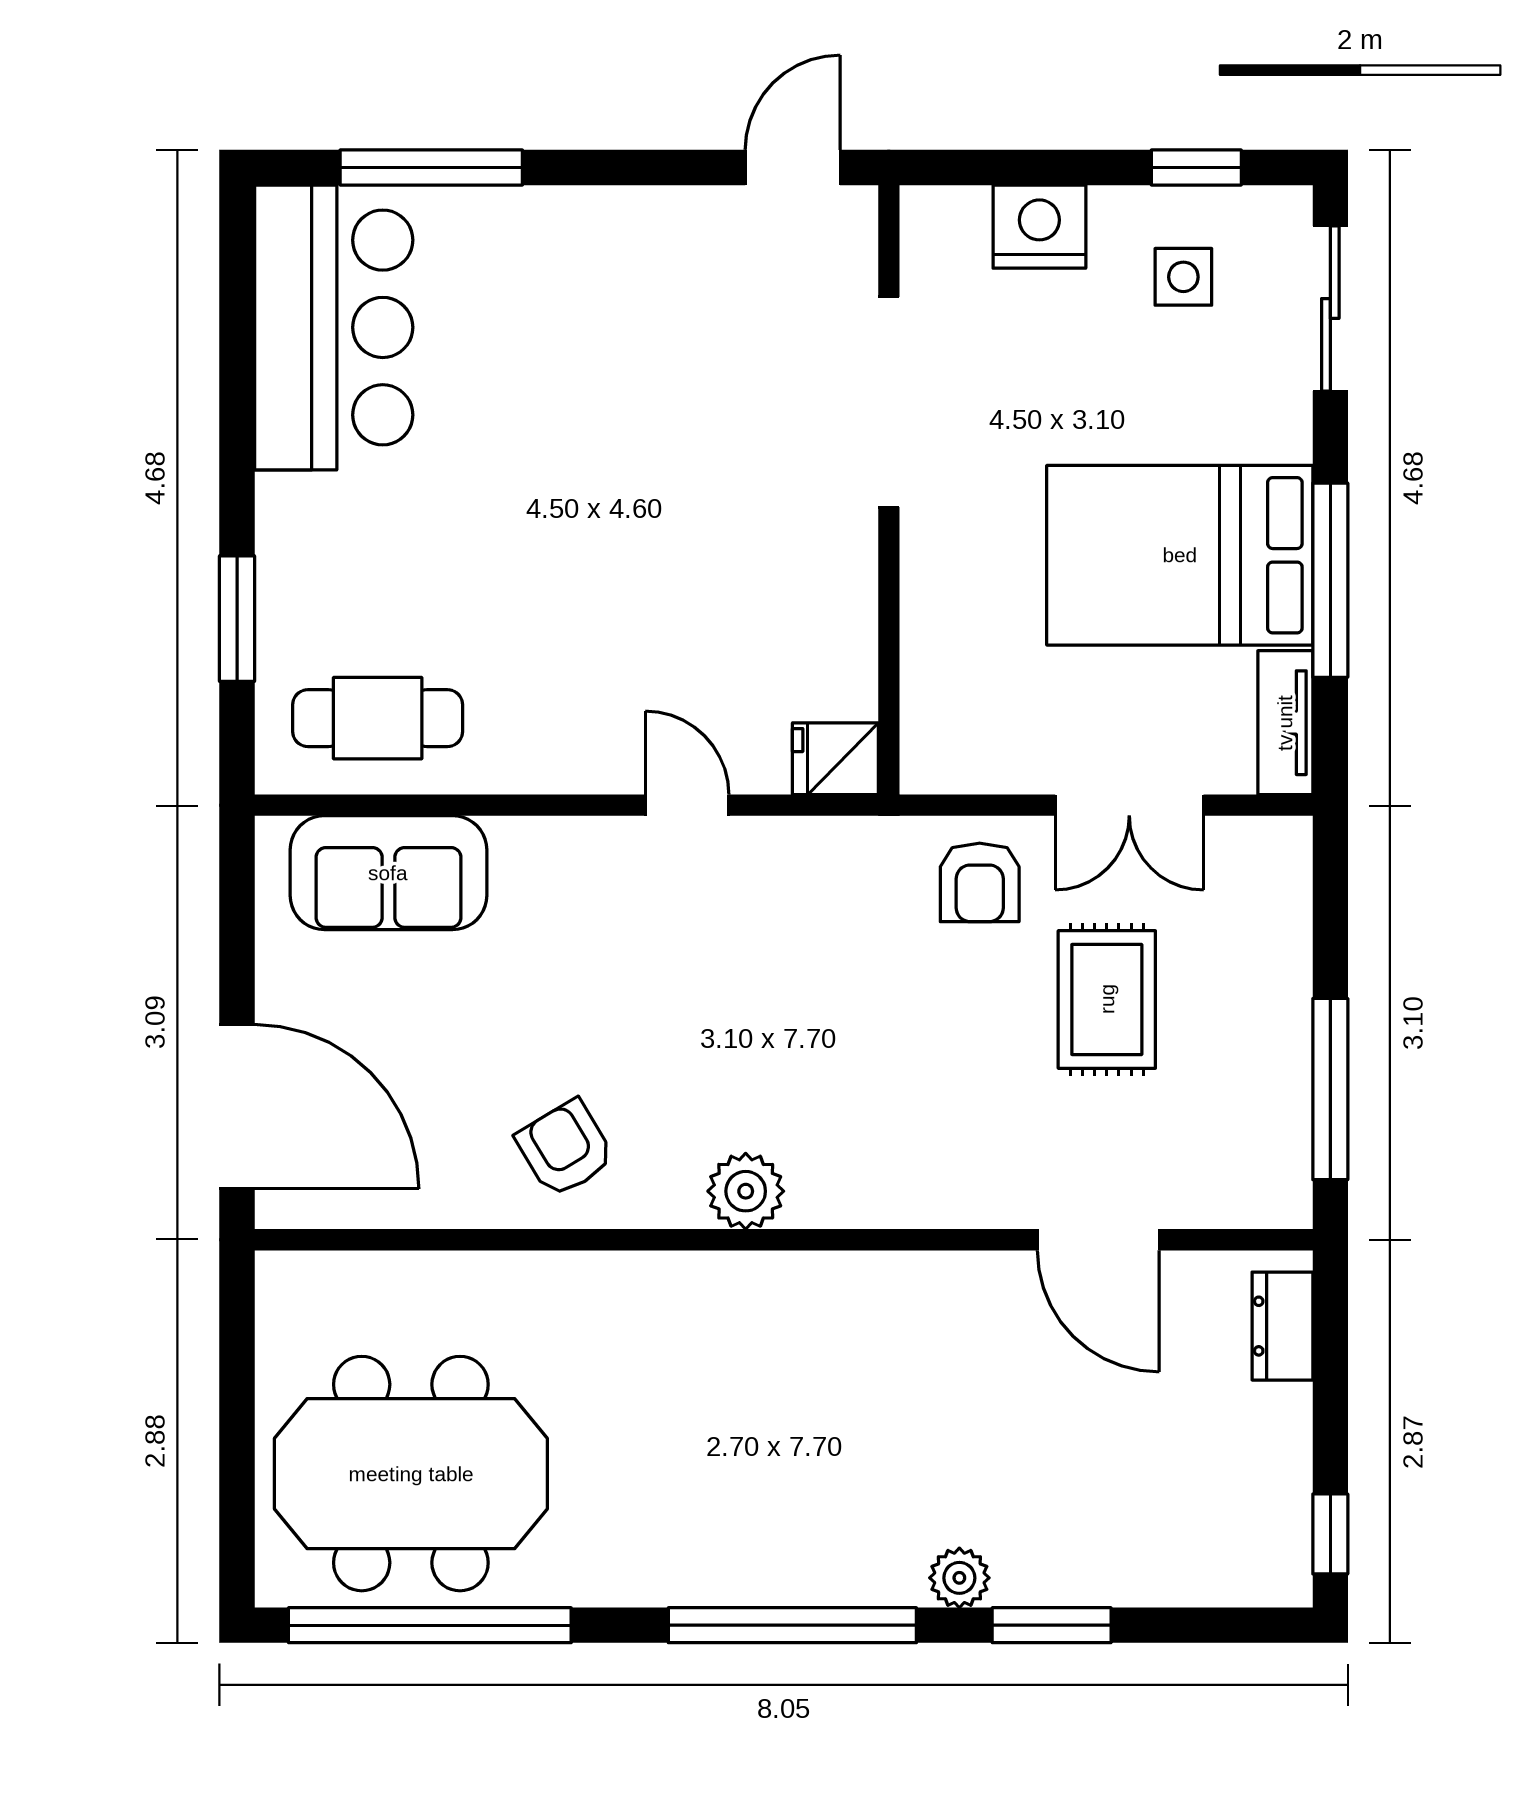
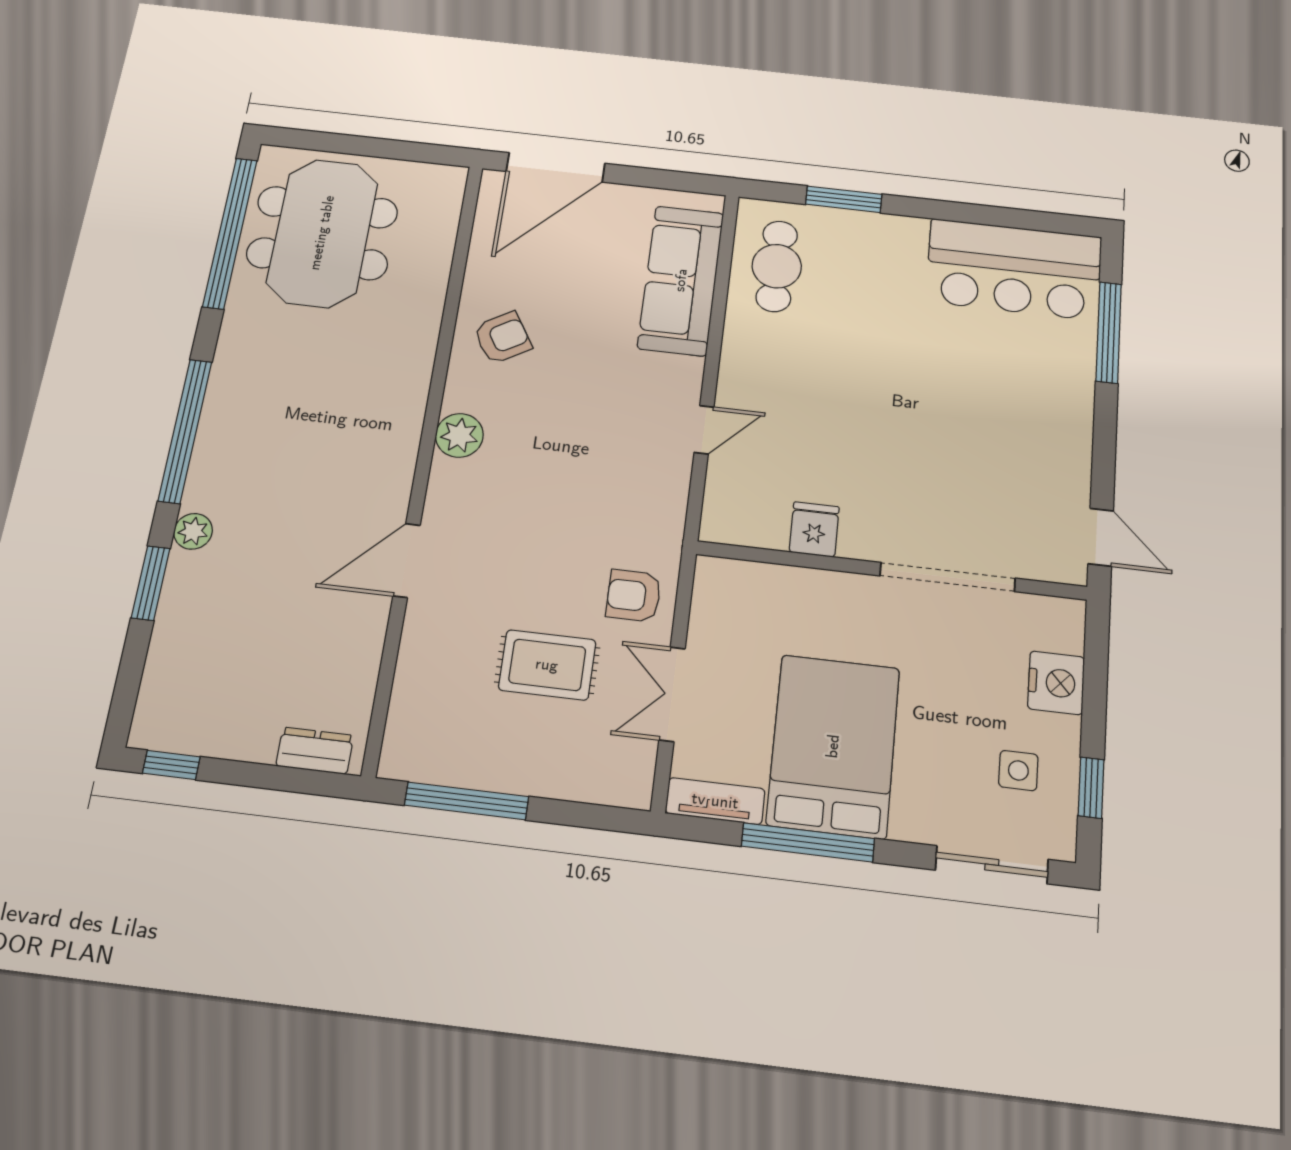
fridge: (835, 759) -> (814, 529), moved
sofa: (388, 873) -> (681, 280), width x1.36
door: (1098, 1240) -> (407, 560), moved

